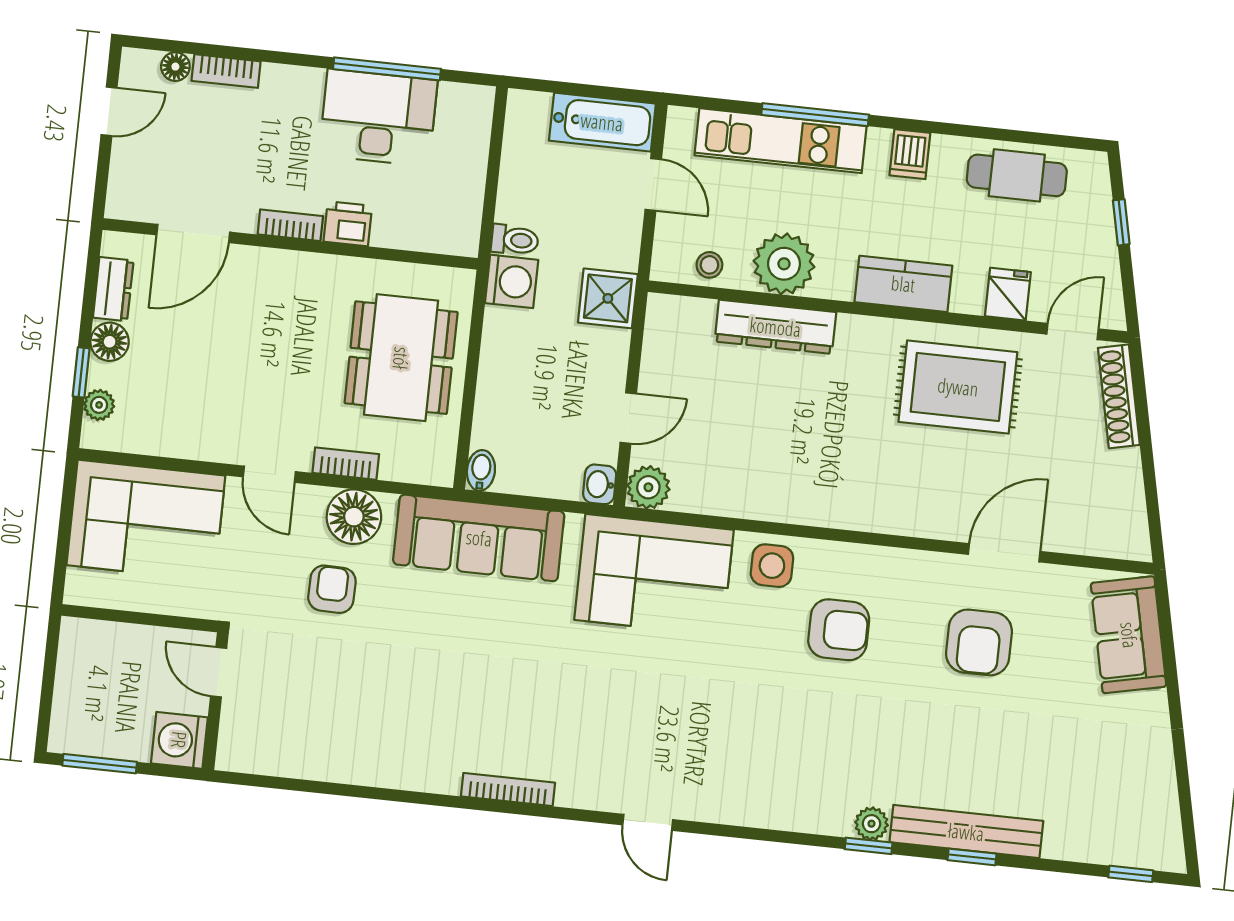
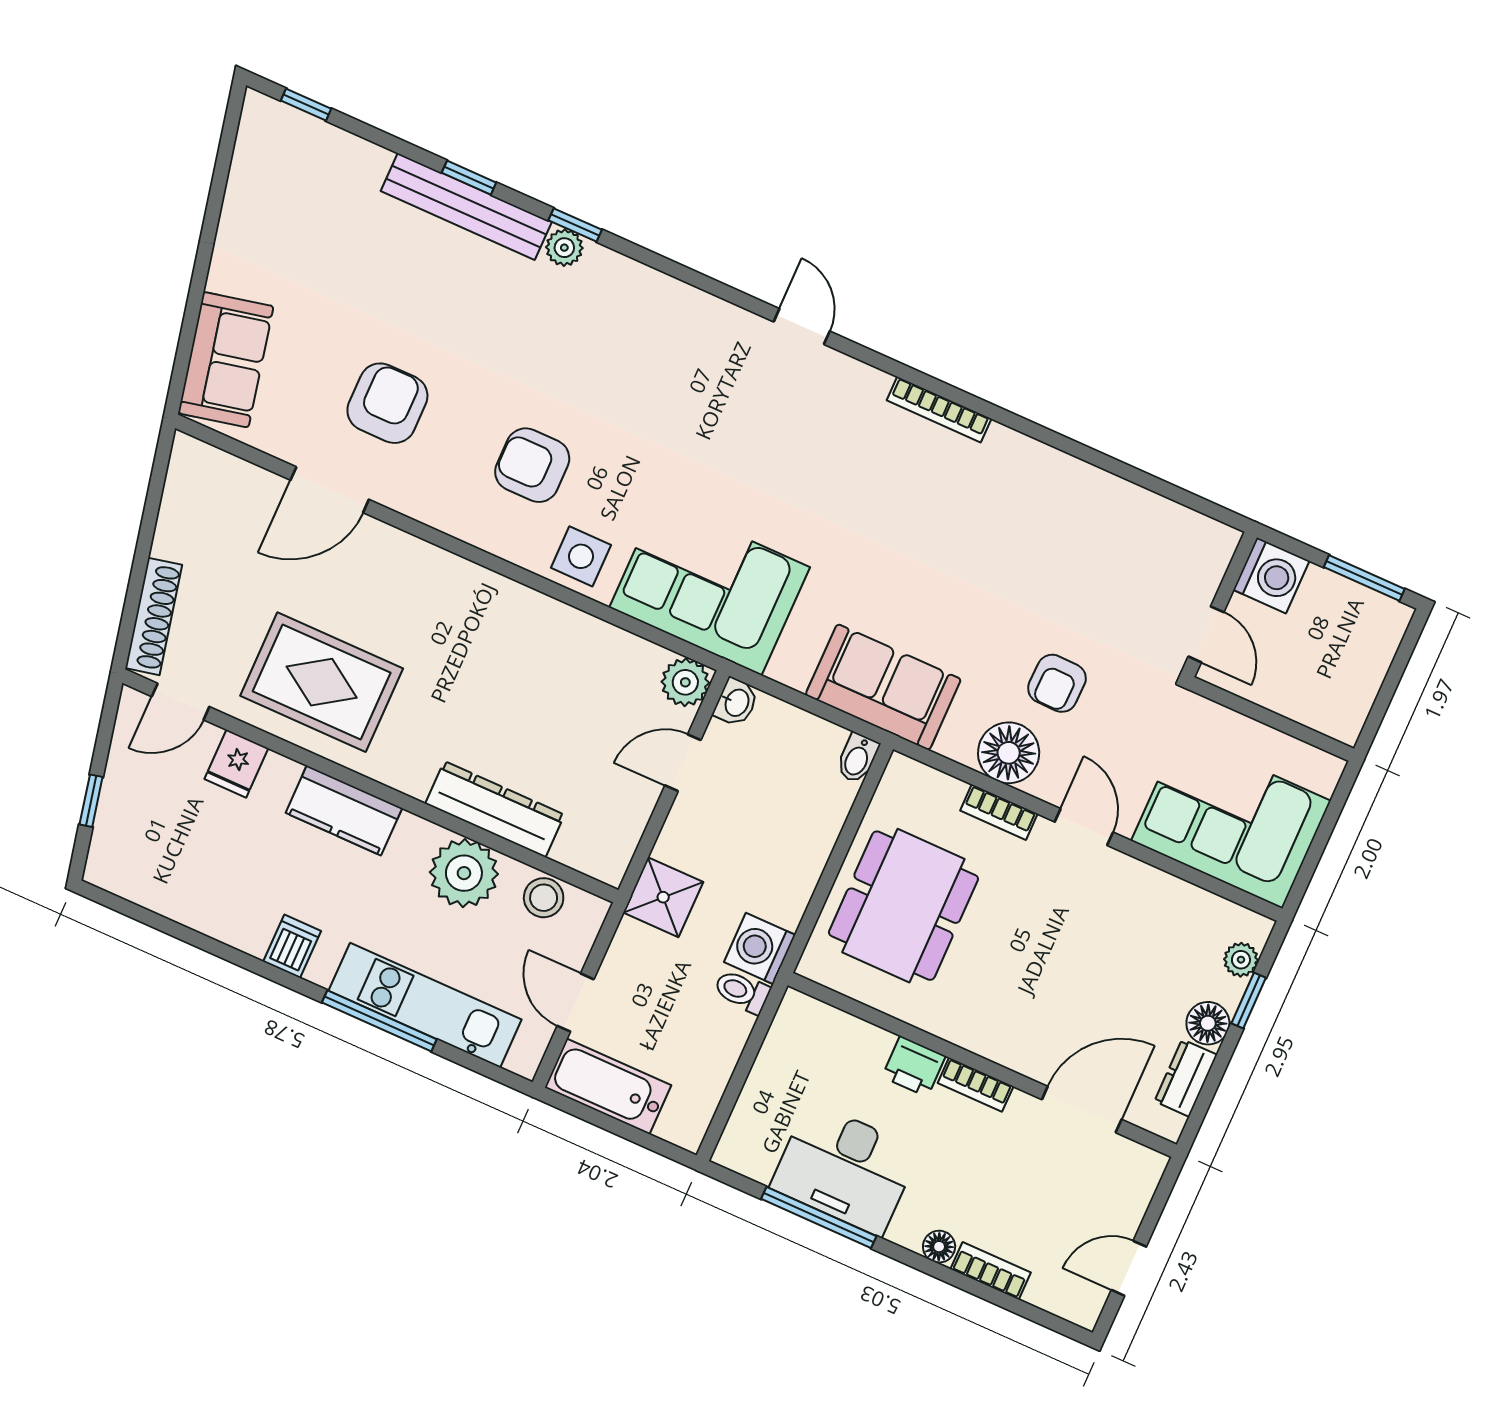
floor lamp: (175, 67) -> (939, 1247), moved
cafe table: (1017, 175) -> (186, 887), removed
stool: (709, 265) -> (544, 898), width x1.37, depth x1.37
sofa: (479, 538) -> (883, 687), width x0.73

